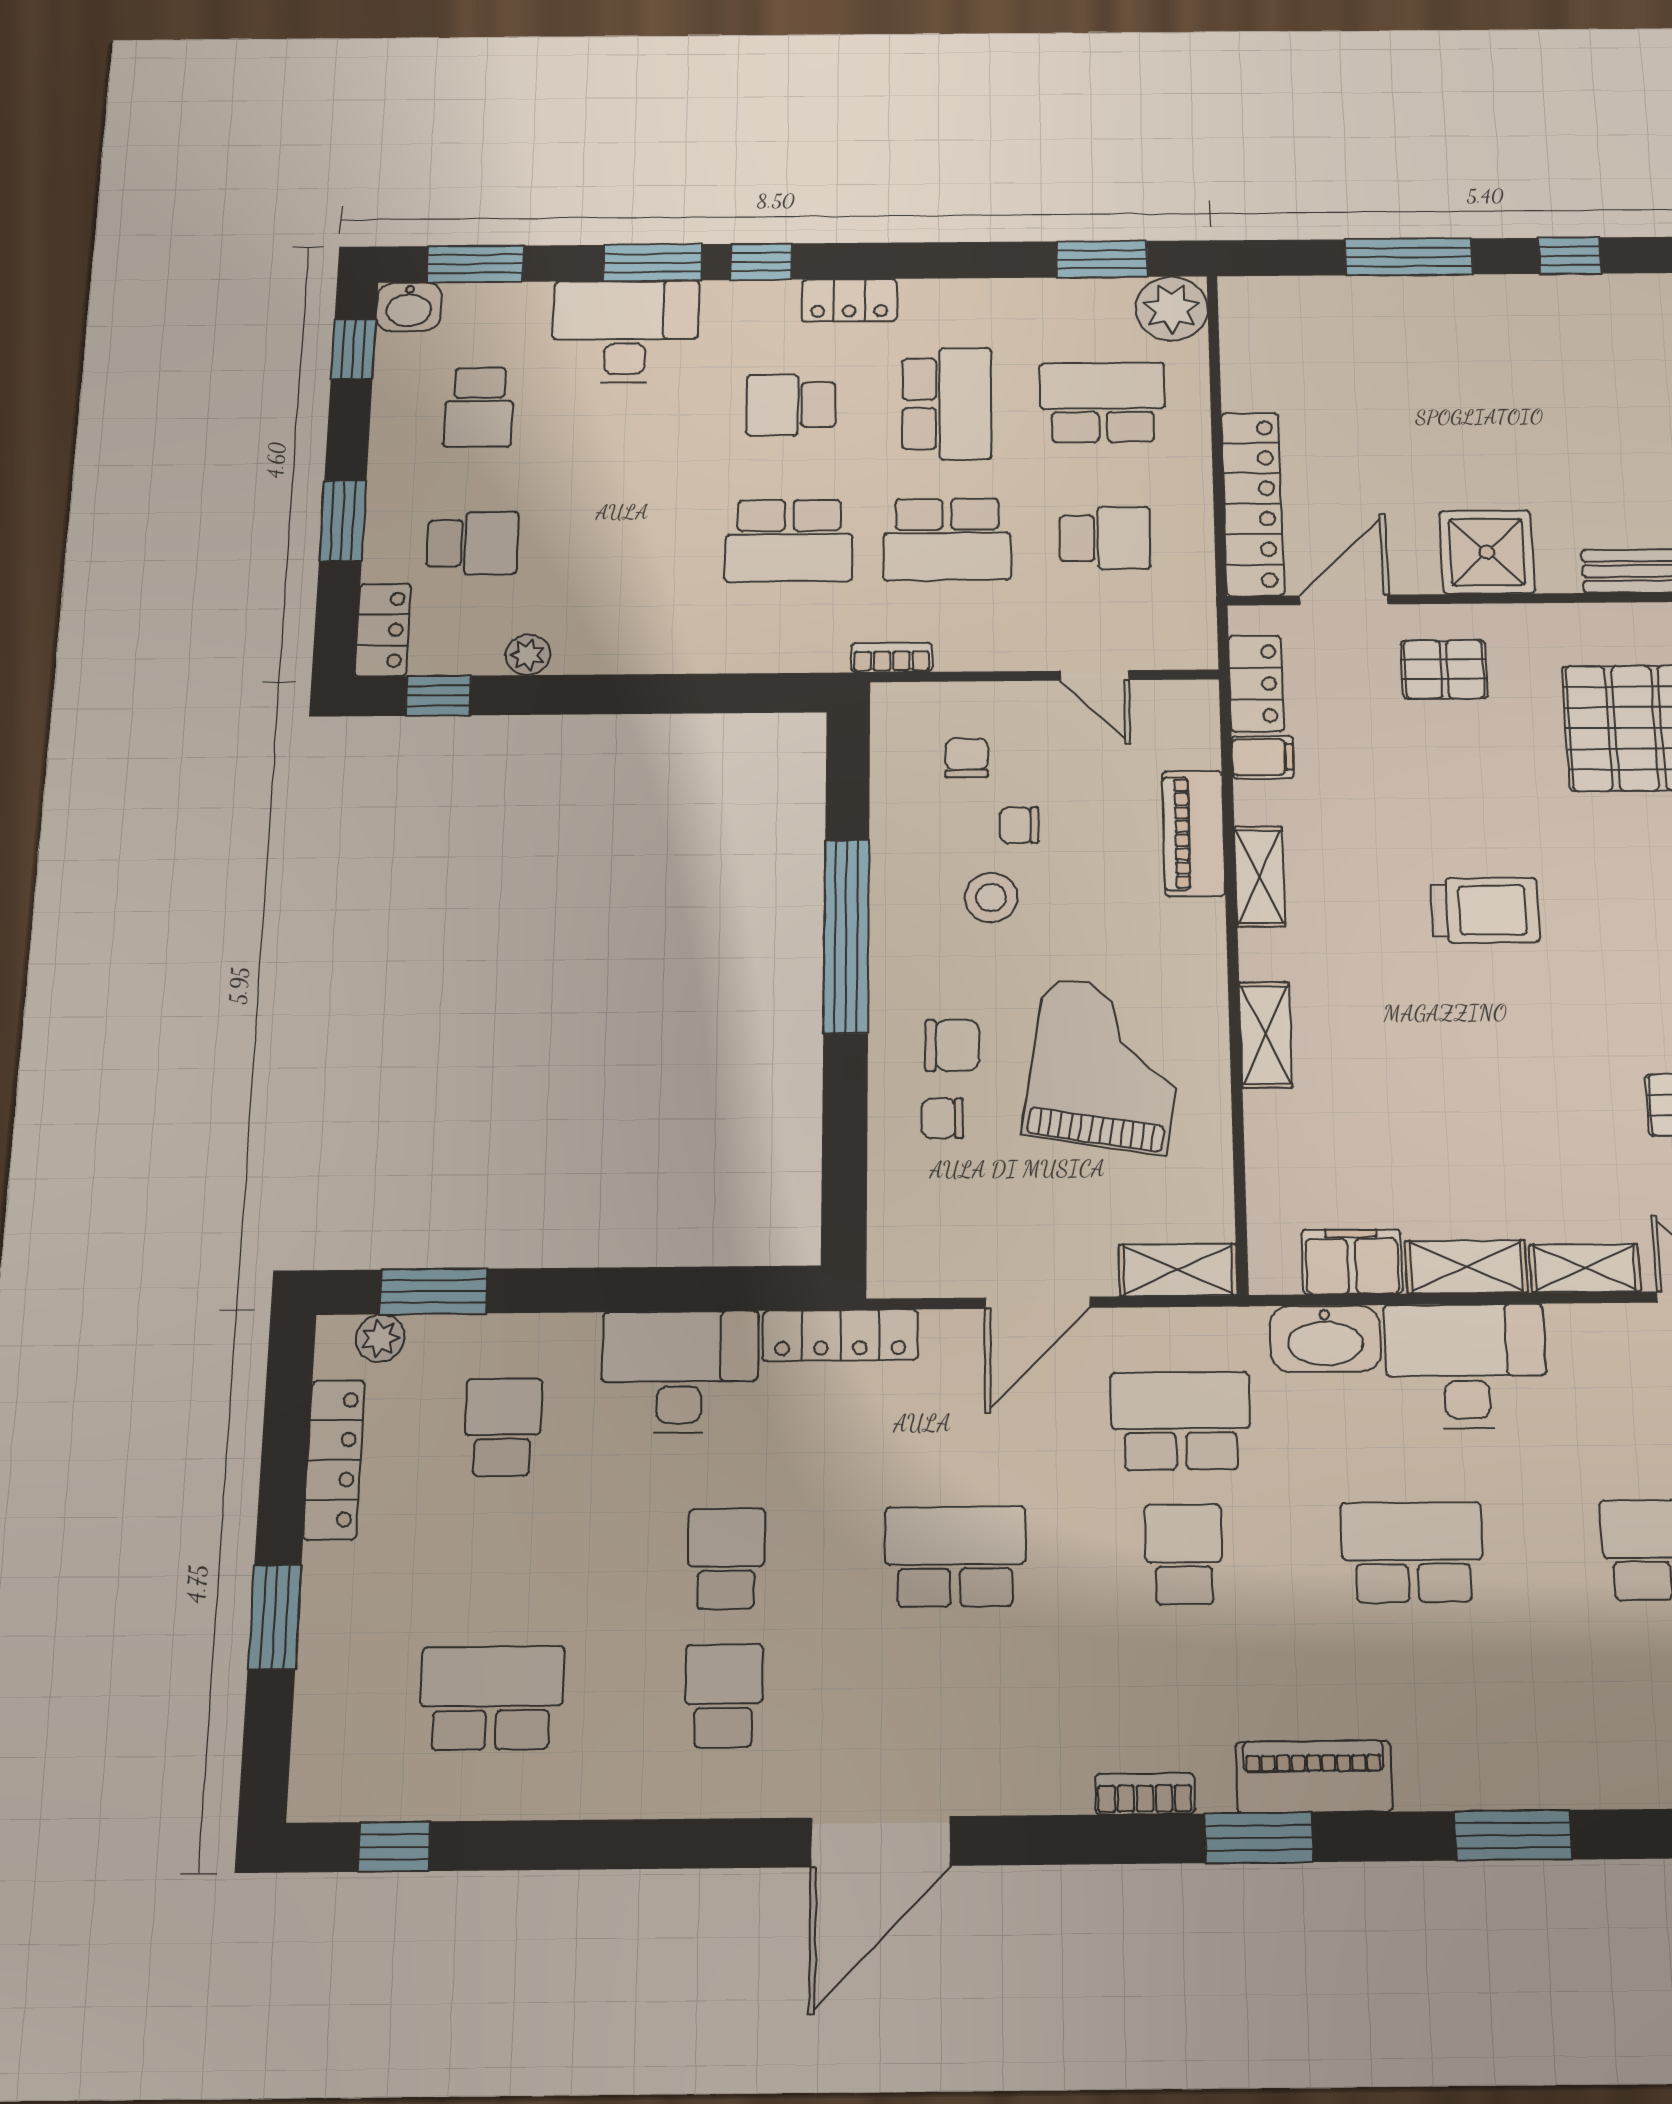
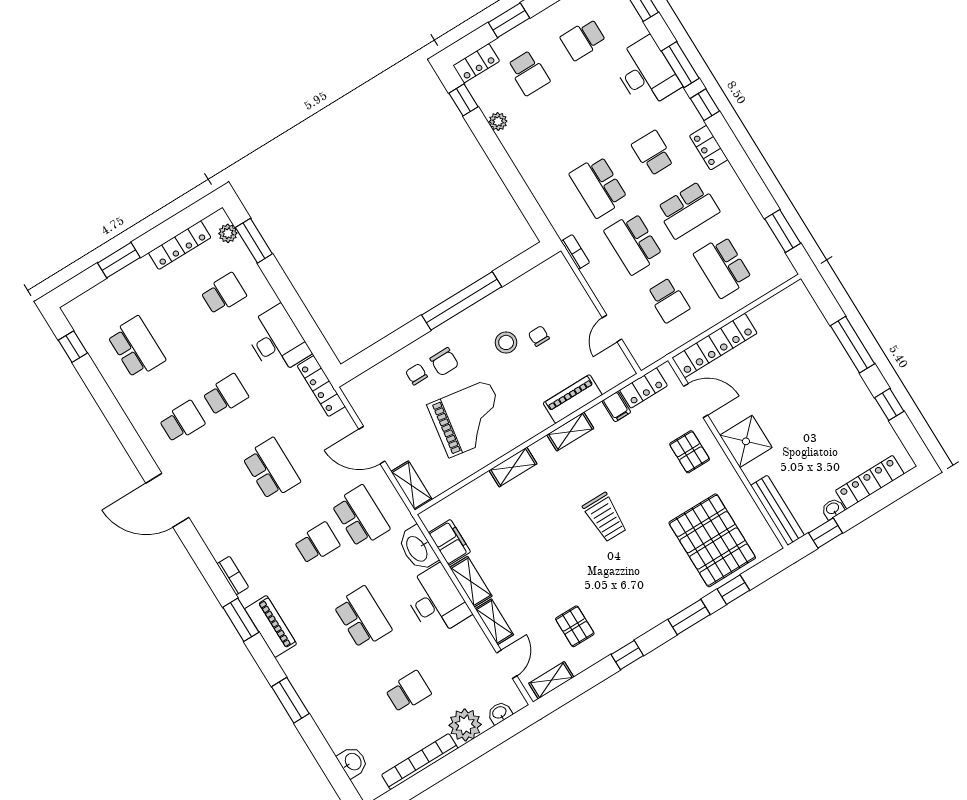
plant: (1172, 309) -> (777, 269), removed
school desk: (1102, 402) -> (723, 267), turned 180
chair: (967, 758) -> (553, 302), removed

